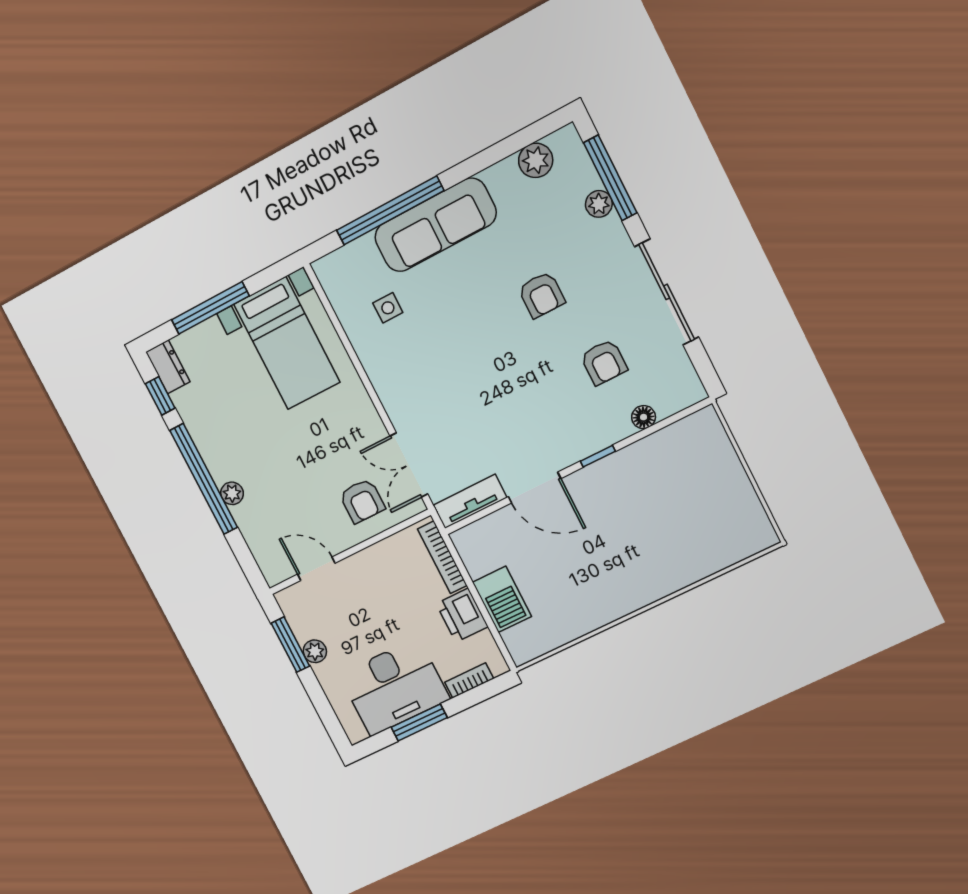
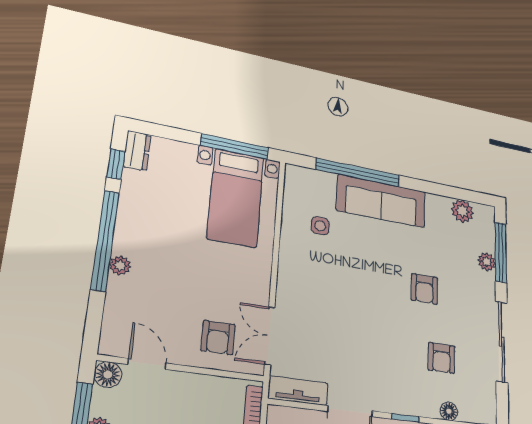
window: (210, 308) -> (235, 147), moved
floor lamp: (291, 600) -> (108, 375), added

